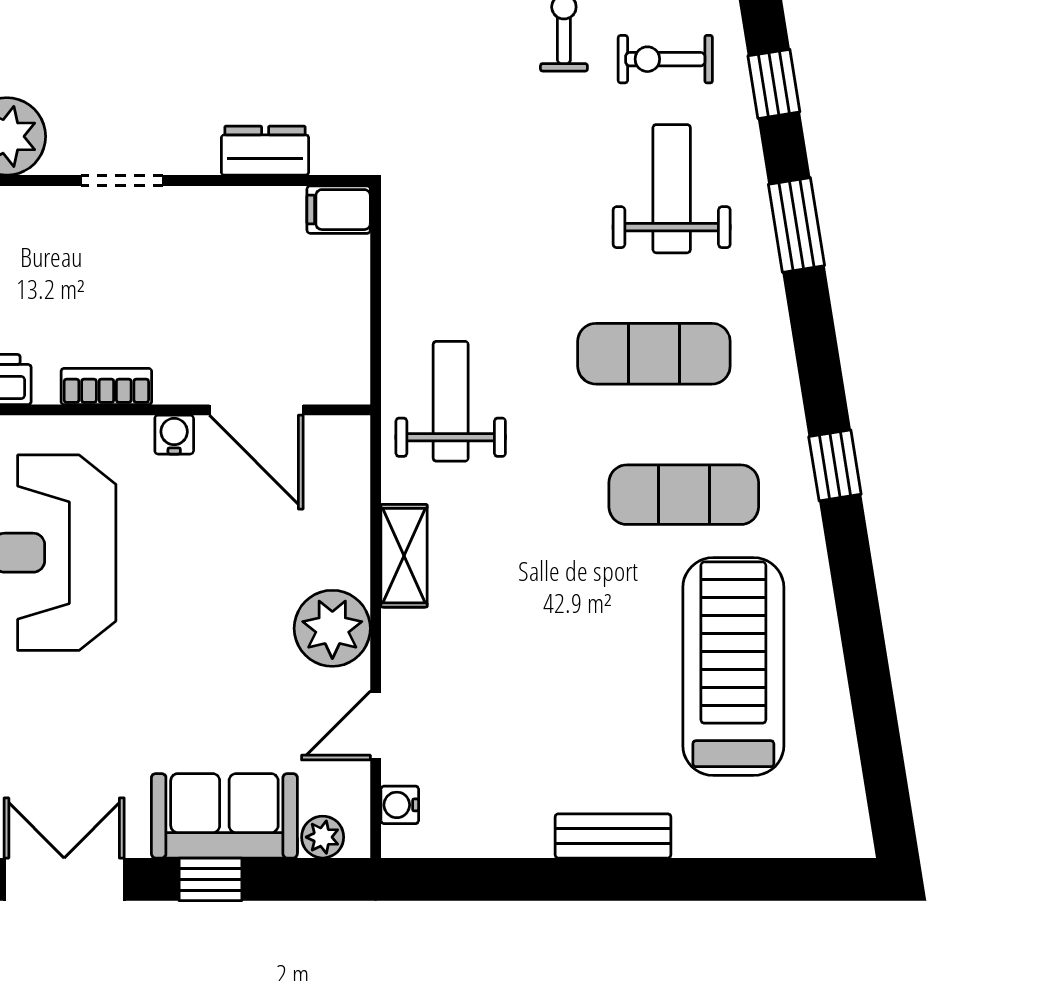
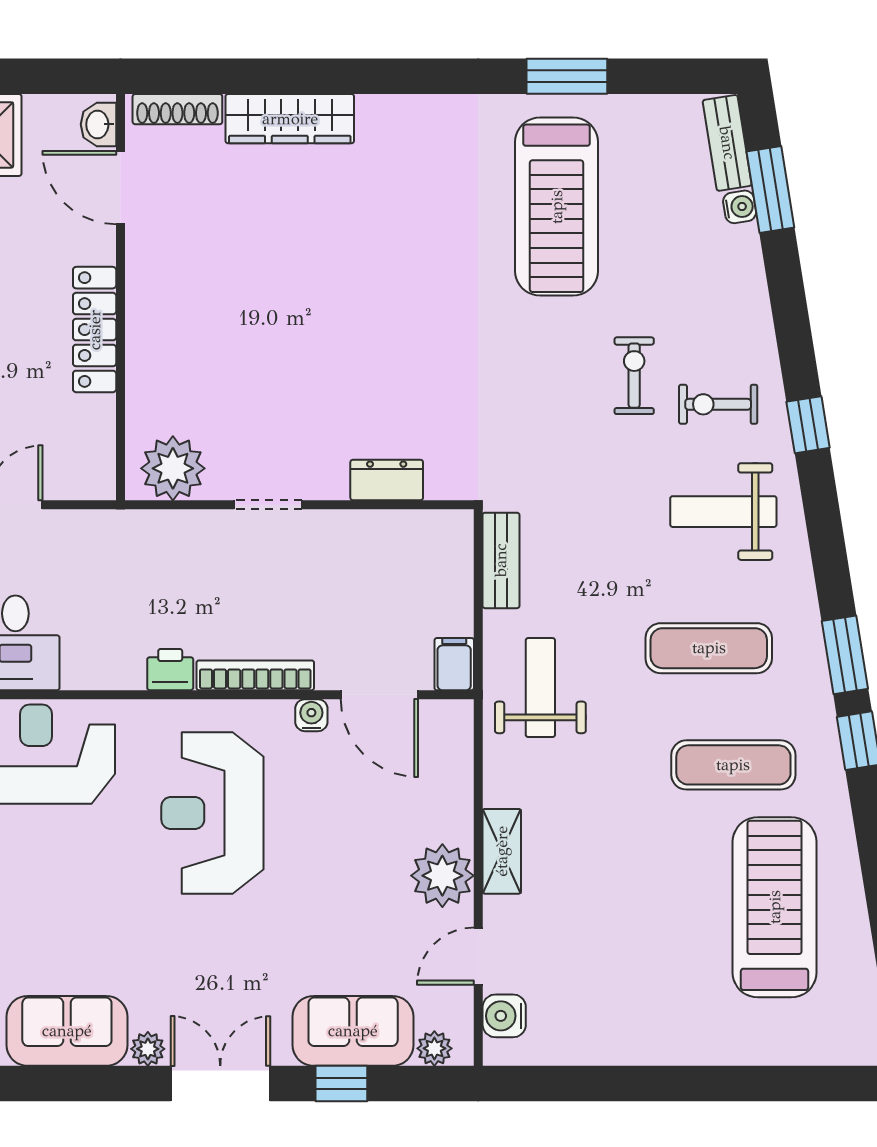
weight bench: (672, 189) -> (723, 512), turned -90
filing cabinet: (339, 210) -> (454, 664), moved, turned 90
window: (796, 225) -> (845, 655), moved
bookcase: (106, 386) -> (255, 675), width x1.56
shelving: (404, 556) -> (502, 851), moved
water cooler: (400, 805) -> (504, 1016), width x1.38, depth x1.38
bench: (613, 836) -> (501, 560), moved, turned 90

